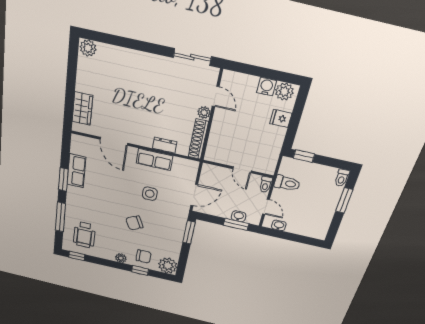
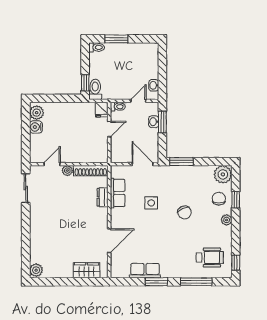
fridge: (281, 118) -> (102, 110), moved
row of seats: (154, 160) -> (118, 193), moved
toilet: (287, 183) -> (95, 89), moved

